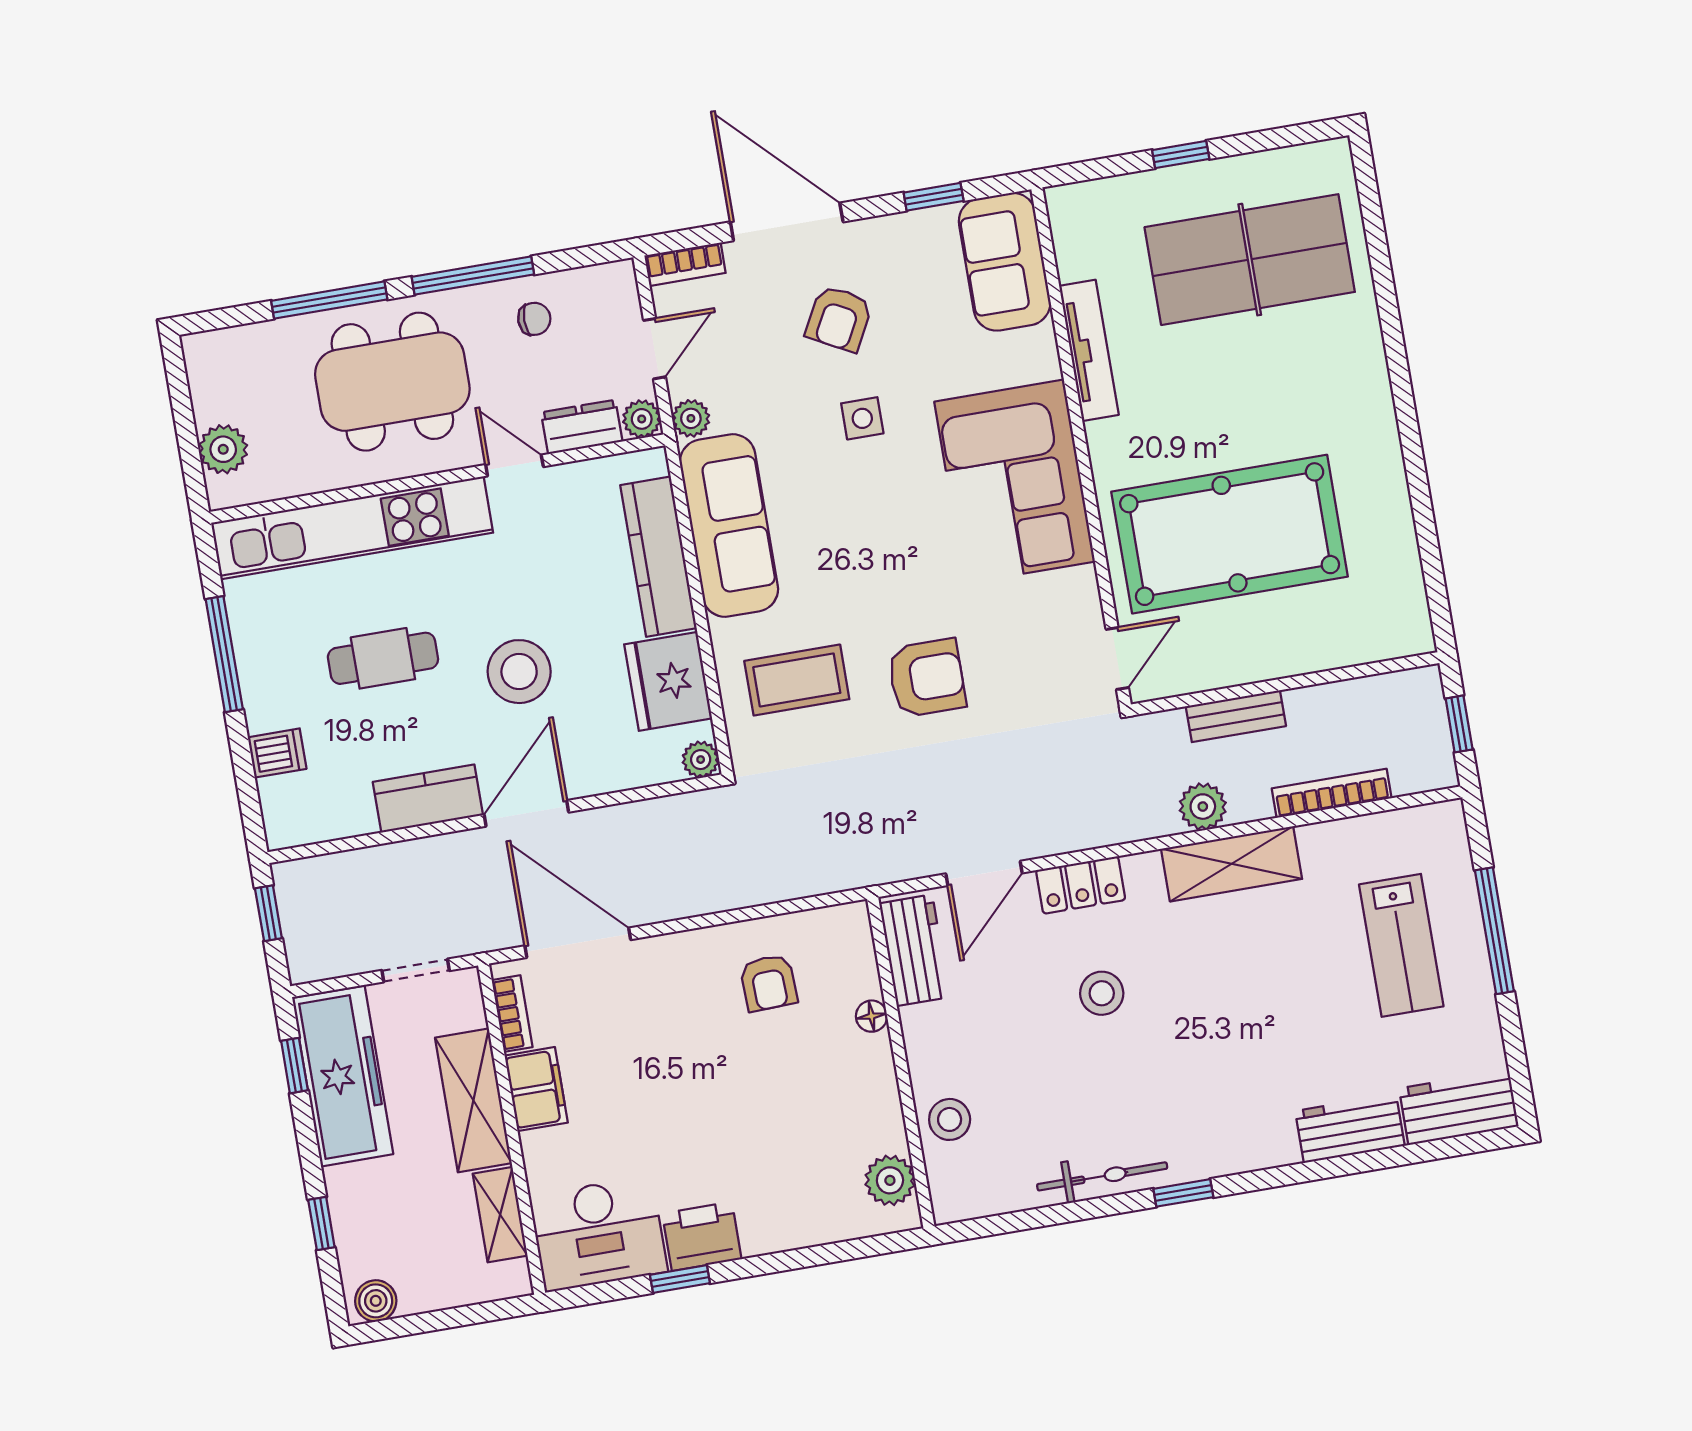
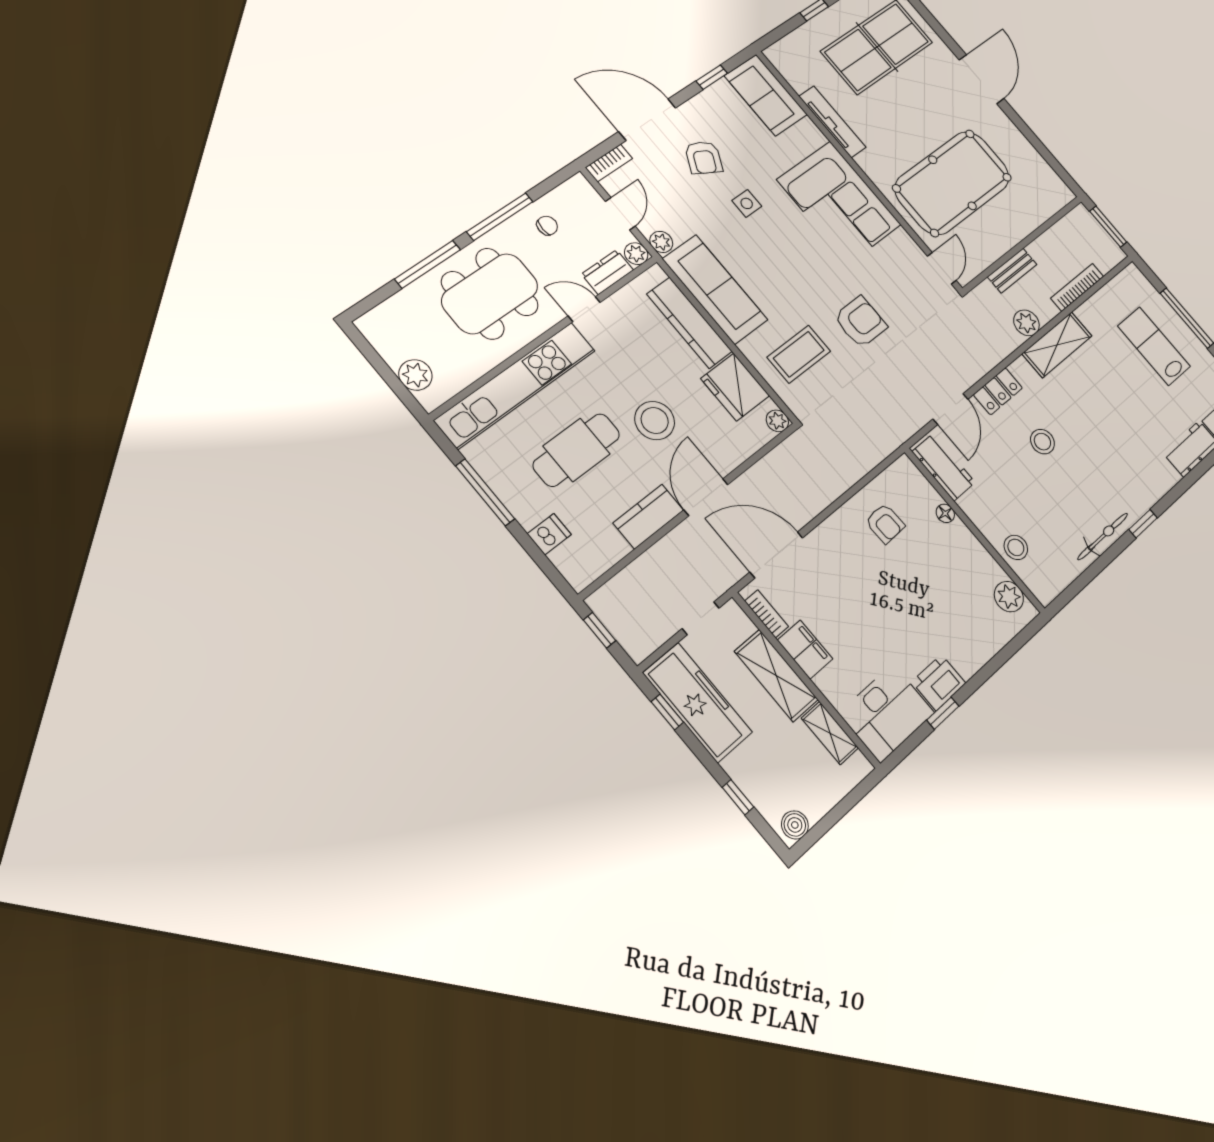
door: (1402, 388) -> (982, 79), added
cafe table: (383, 658) -> (576, 450), width x1.37, depth x1.35
window: (1459, 724) -> (1108, 227), width x1.50
lab bench: (1401, 945) -> (1154, 346), turned 180

